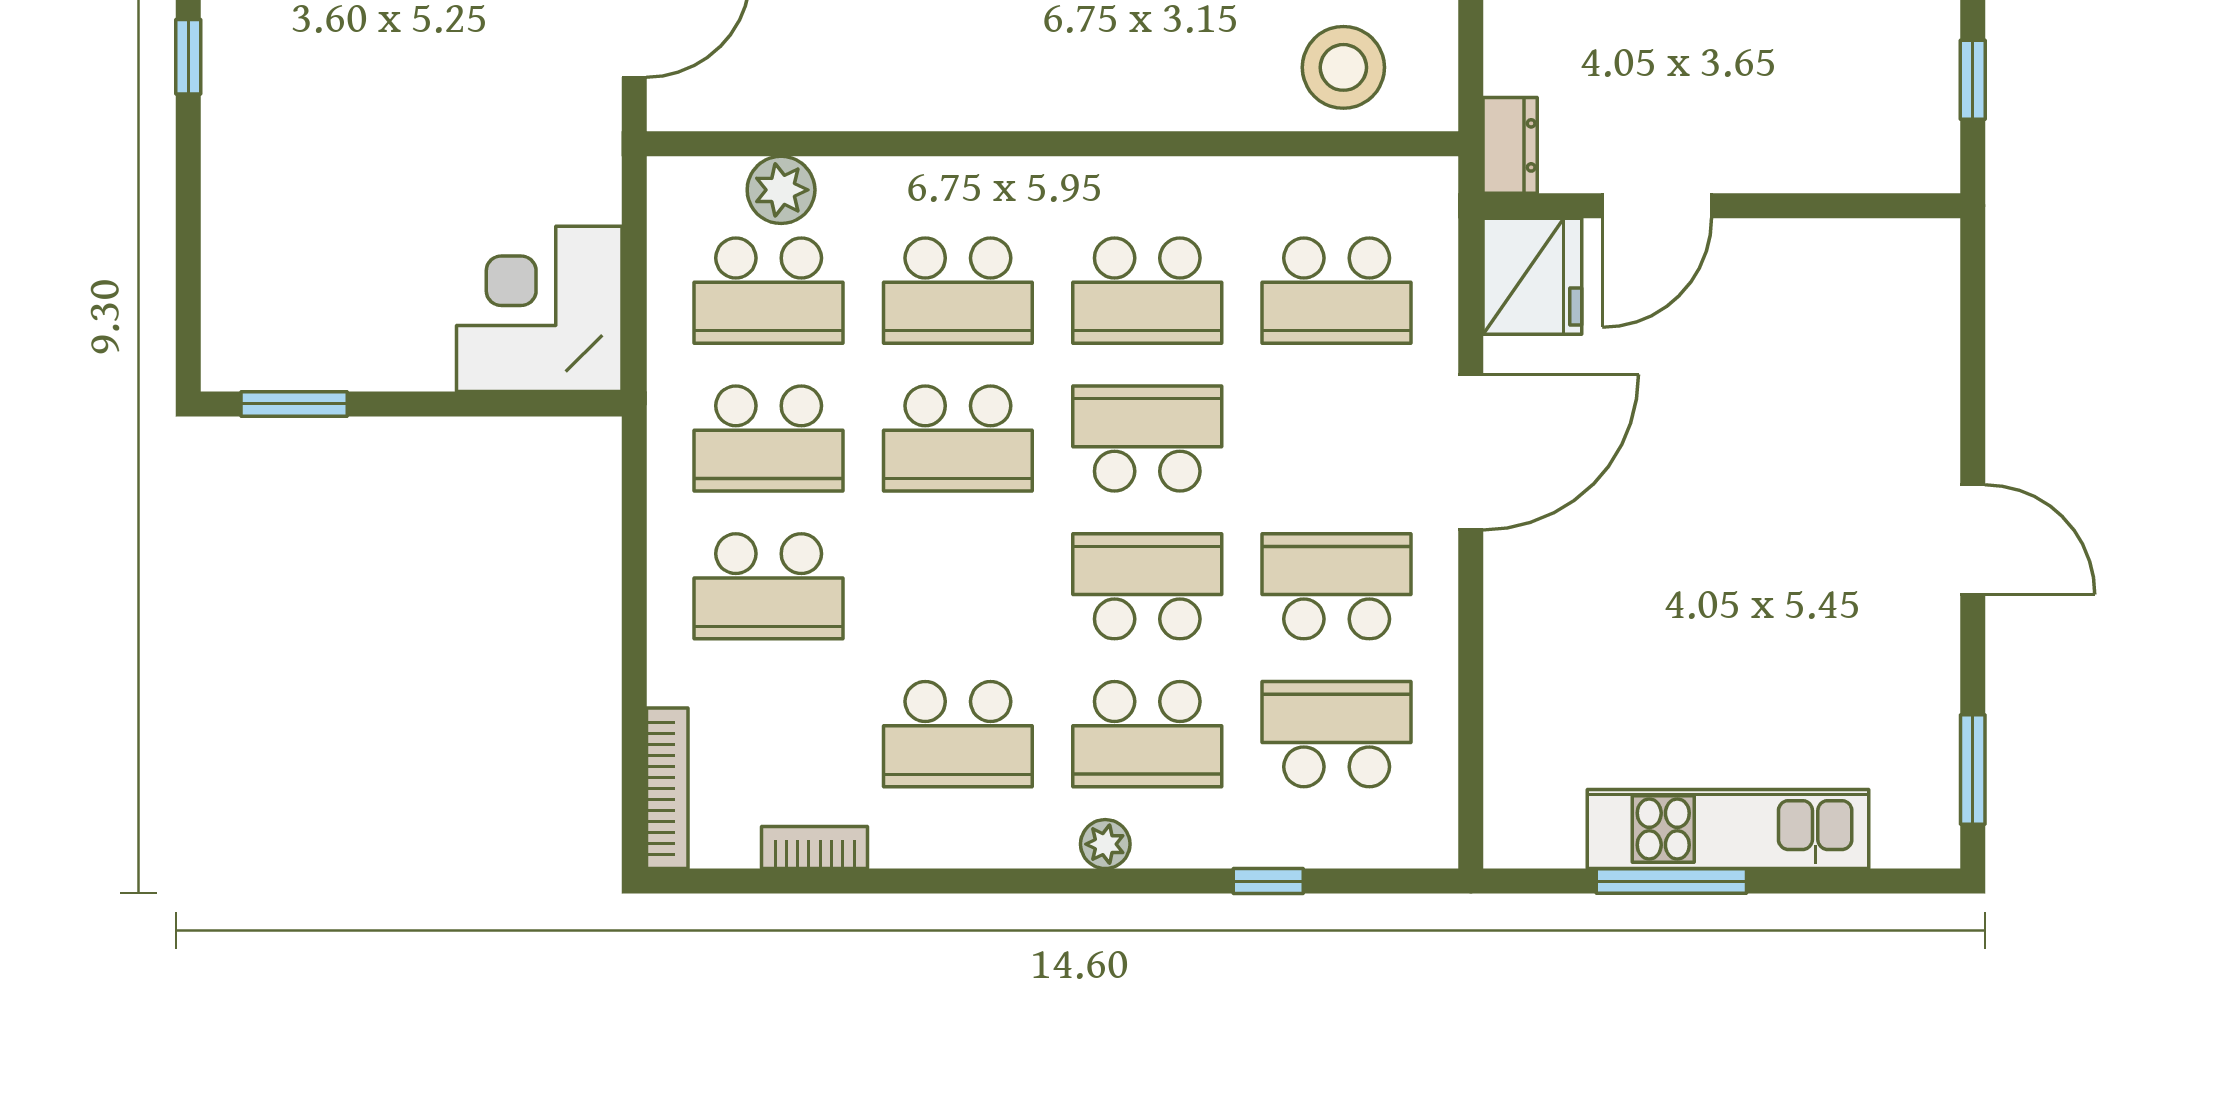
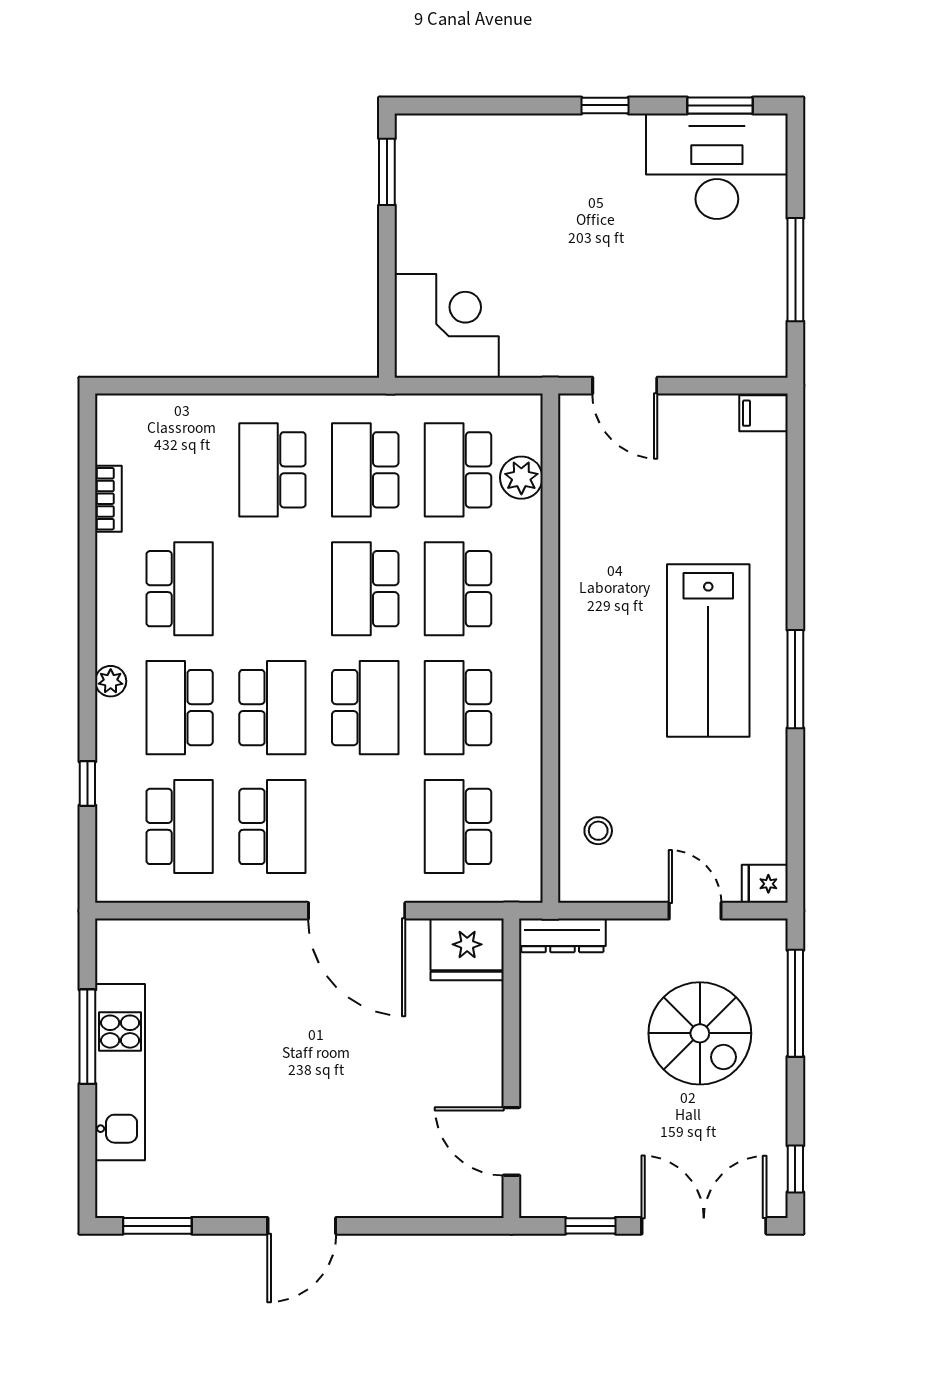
stool: (1343, 67) -> (598, 831), width x0.53, depth x0.53
dresser: (1510, 145) -> (562, 935), width x1.44
door: (1657, 206) -> (511, 1141), moved
school desk: (958, 734) -> (180, 589), turned 180
bookcase: (667, 788) -> (146, 406), removed

